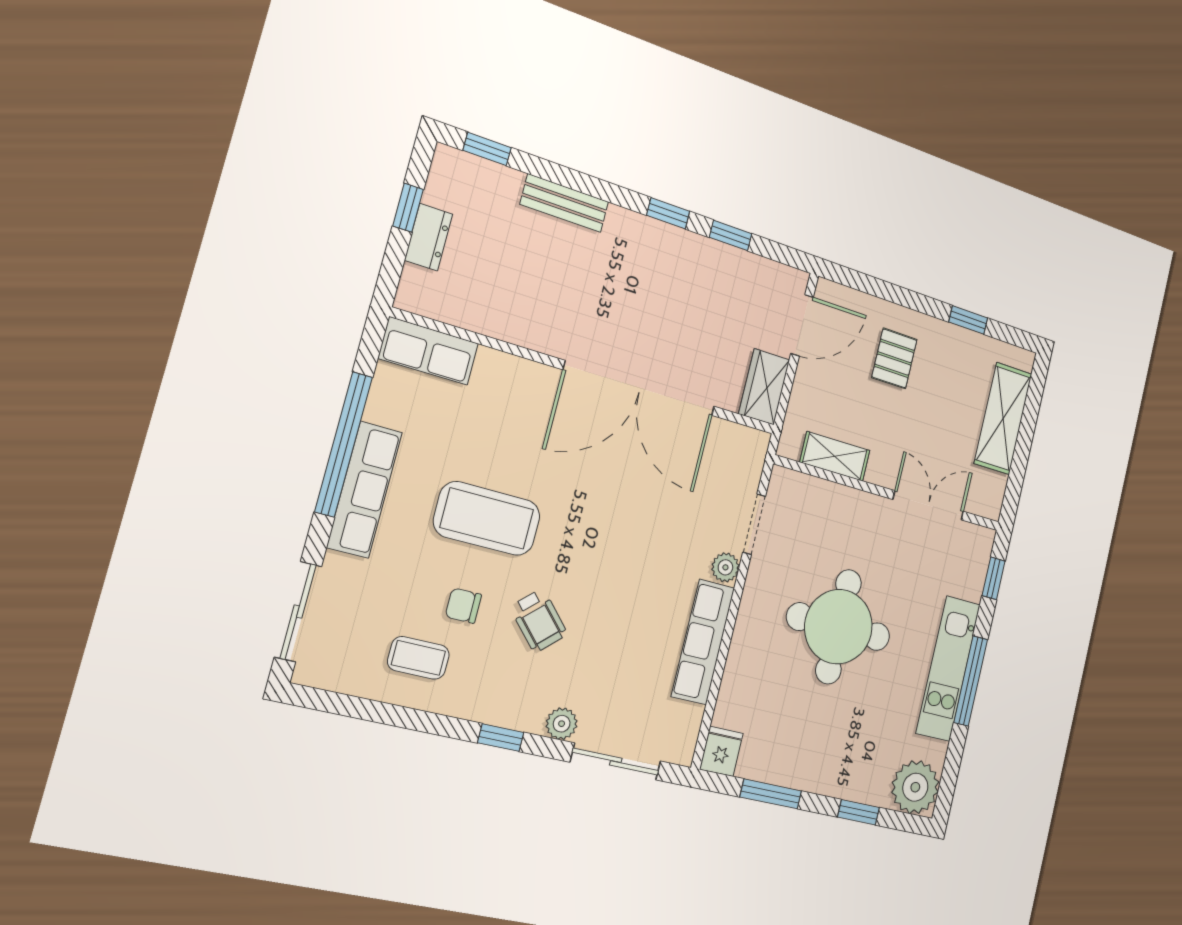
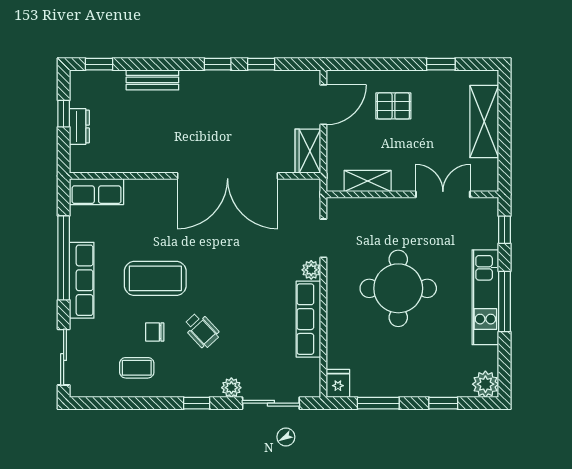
pallet: (894, 358) -> (393, 106), turned 90
plant: (915, 787) -> (485, 384), width x0.73, depth x0.73

